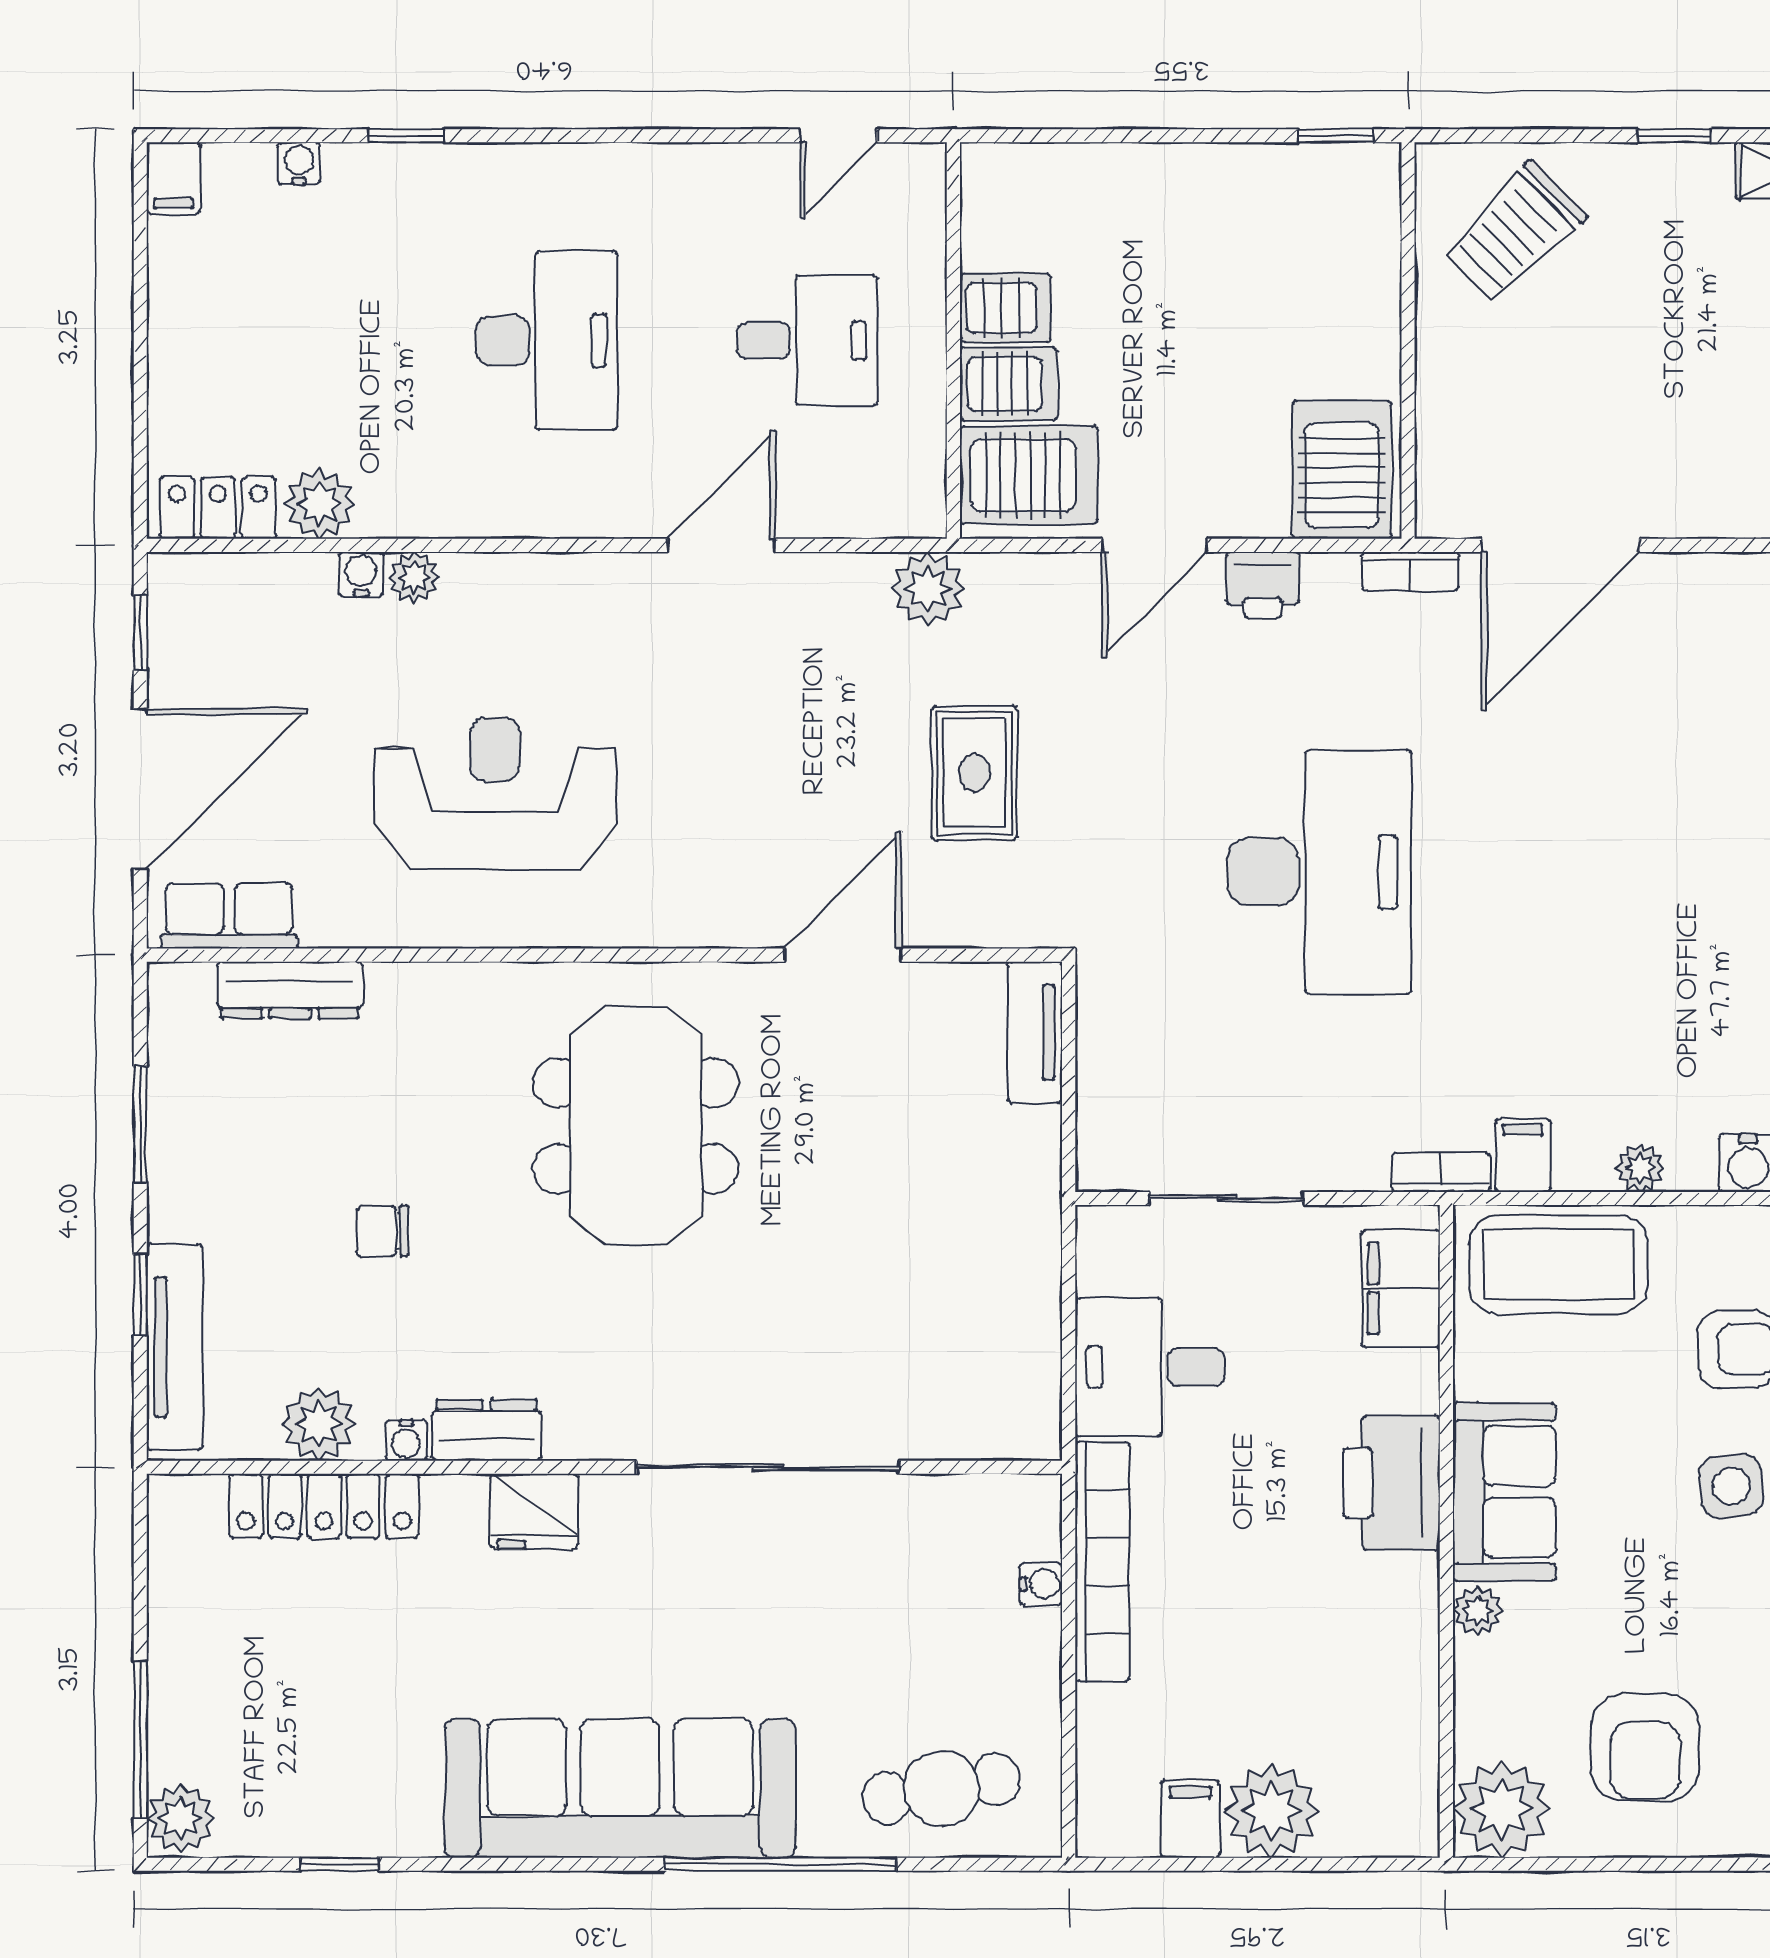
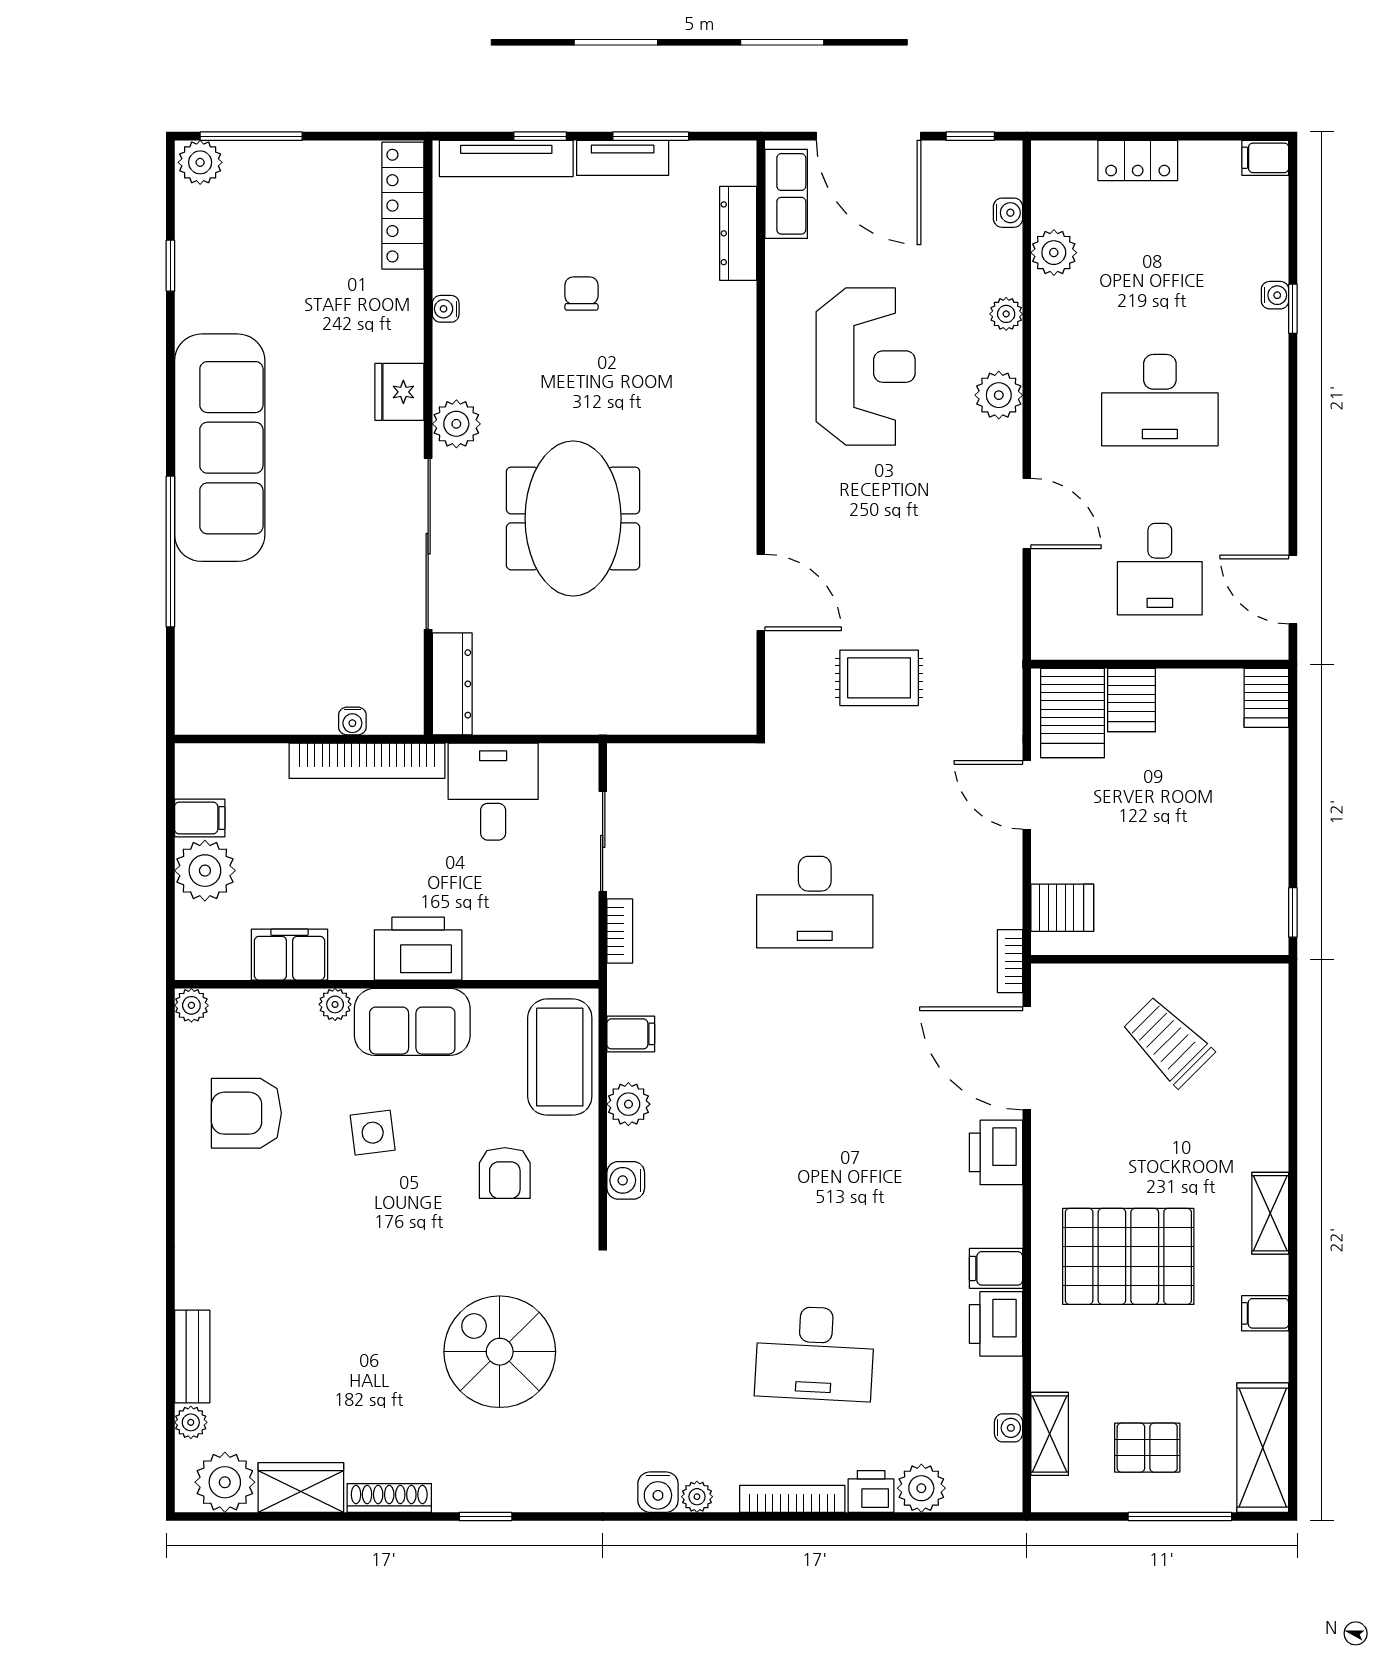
door: (838, 136) -> (1293, 589), width x1.38
window: (1674, 136) -> (1293, 1132), removed
water cooler: (299, 163) -> (1275, 295), moved
trolley: (1514, 232) -> (1168, 1042), moved
server rack: (1005, 308) -> (1266, 698), moved
server rack: (1342, 470) -> (1062, 908), width x0.73, depth x0.70
locker: (218, 508) -> (1138, 160), moved, turned 90
water cooler: (361, 574) -> (1008, 213), moved
printer: (1263, 585) -> (996, 1152), moved, width x1.36, depth x1.24
plant: (928, 589) -> (999, 395), moved
desk: (1320, 872) -> (815, 902), width x0.73, depth x0.77
tv unit: (1035, 1032) -> (623, 158), moved, turned 180
meeting table: (636, 1126) -> (573, 518), moved, turned 90
plant: (1640, 1168) -> (628, 1104), width x1.38, depth x1.38
bookcase: (1441, 1172) -> (620, 931), moved
filing cabinet: (1401, 1288) -> (290, 955), moved
plant: (319, 1424) -> (456, 424), moved
dresser: (487, 1430) -> (452, 684), moved, width x1.44
side table: (1731, 1486) -> (373, 1133), moved
locker: (324, 1506) -> (403, 206), moved
cafe table: (941, 1789) -> (219, 656), removed
plant: (1502, 1809) -> (191, 1005), width x0.53, depth x0.53

